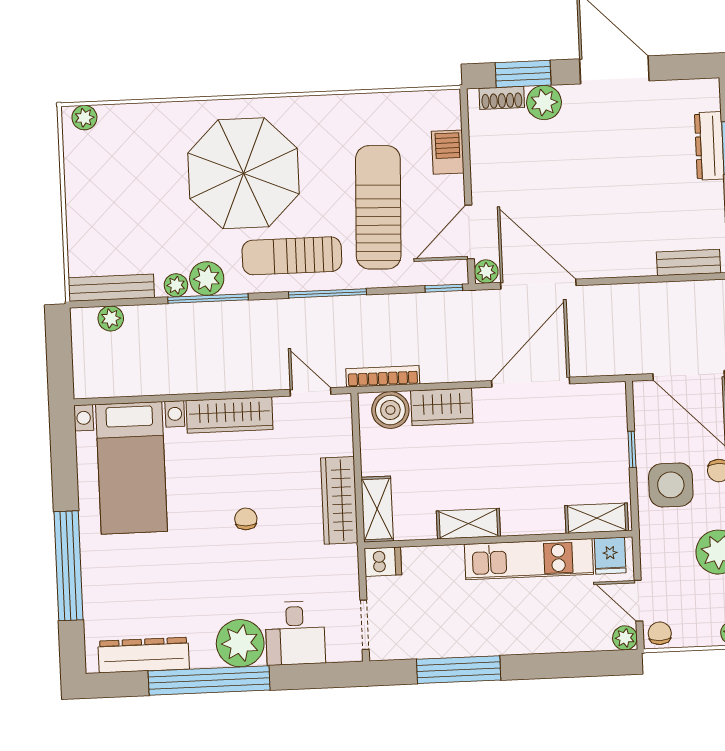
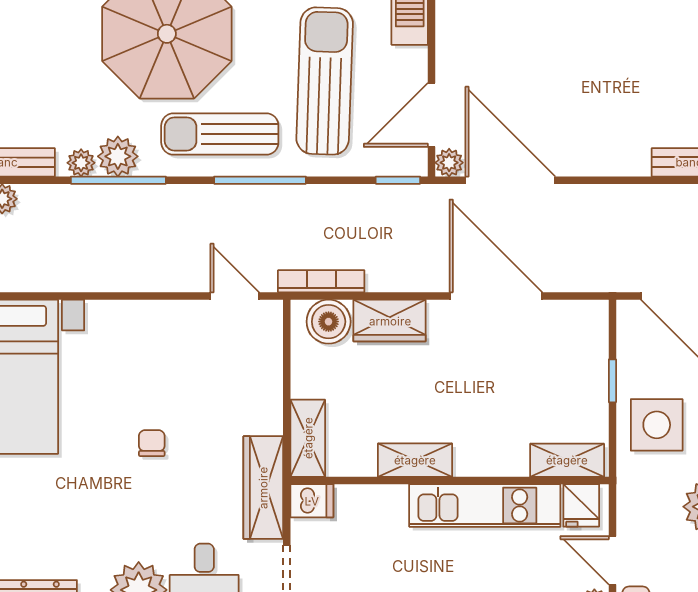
door: (531, 382) -> (496, 296), hinge flipped
wardrobe: (230, 415) -> (138, 319), removed
wardrobe: (339, 500) -> (263, 488), moved

